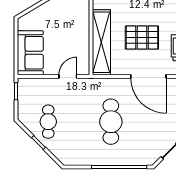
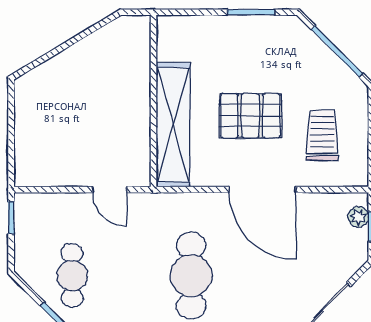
sofa: (30, 53) -> (38, 145), removed
door: (68, 76) -> (110, 190), swing flipped

